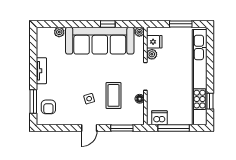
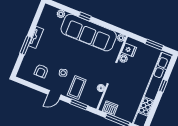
window: (108, 24) -> (85, 17), moved
coffee table: (114, 95) -> (77, 88), moved
window: (210, 101) -> (163, 86), moved
window: (33, 102) -> (26, 45), moved
armchair: (48, 107) -> (41, 71), moved

